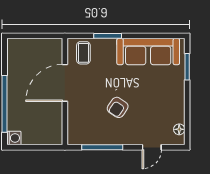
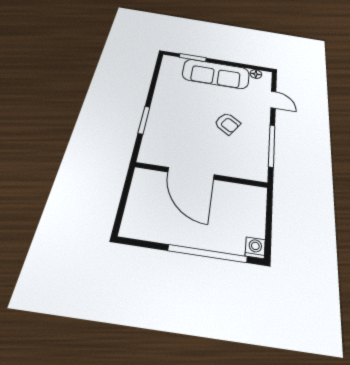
sofa: (148, 52) -> (216, 74), moved, turned 90
coffee table: (83, 53) -> (158, 147), removed

